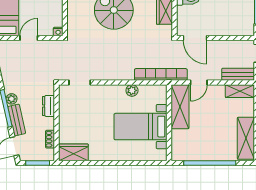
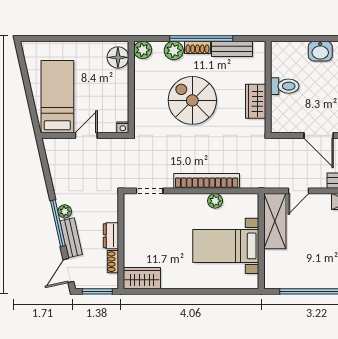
door: (195, 38) -> (319, 135), moved
bookcase: (161, 74) -> (207, 181), moved
dresser: (49, 106) -> (111, 236), moved

